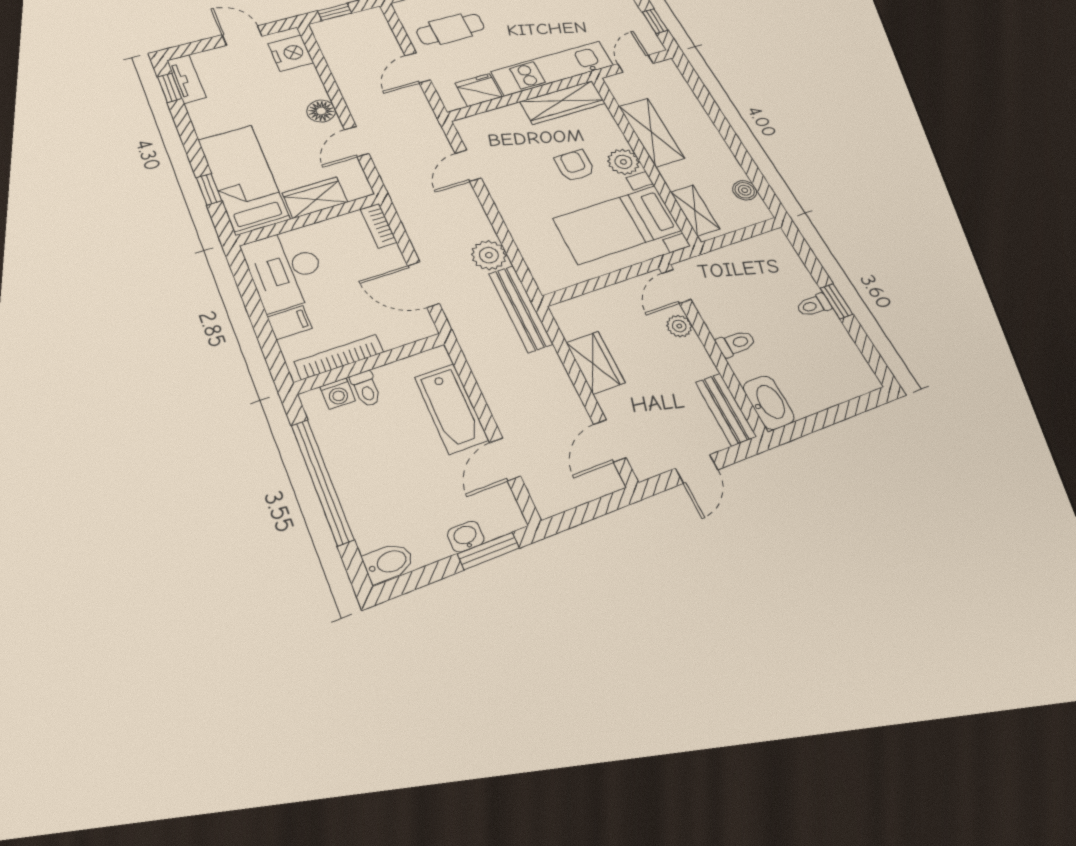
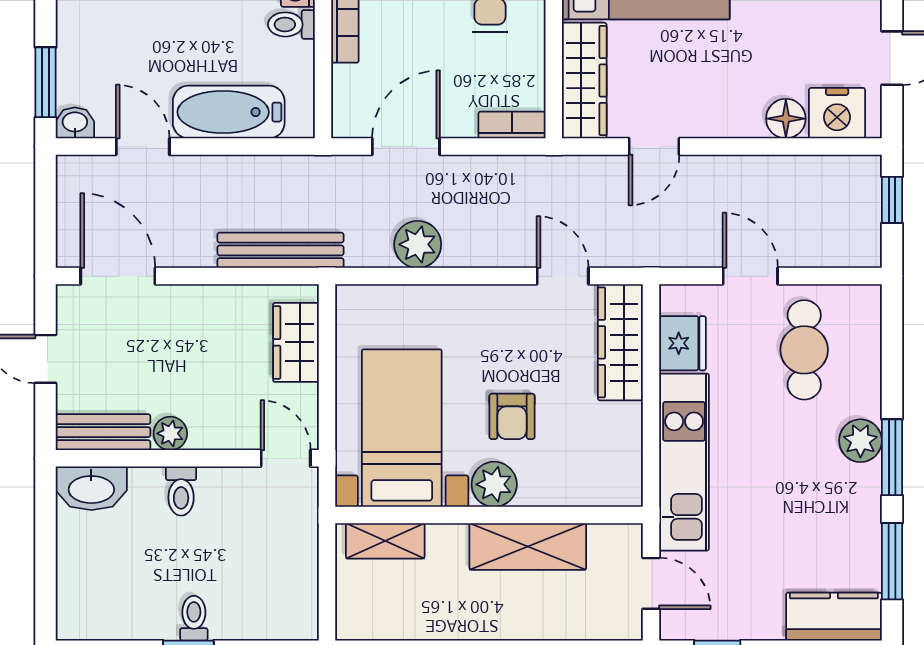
wardrobe: (563, 102) -> (620, 342), moved
floor lamp: (321, 111) -> (786, 119), moved
door: (357, 142) -> (654, 146), swing flipped
armchair: (575, 166) -> (512, 416), turned 90
boiler: (745, 190) -> (391, 624), removed
wardrobe: (315, 198) -> (584, 80), width x1.50
bench: (521, 309) -> (280, 250), moved
plant: (679, 326) -> (170, 433), moved
wardrobe: (595, 363) -> (296, 342), moved, turned 90
door: (610, 441) -> (118, 276), width x1.38
washbasin: (466, 537) -> (75, 123), moved, turned -90

